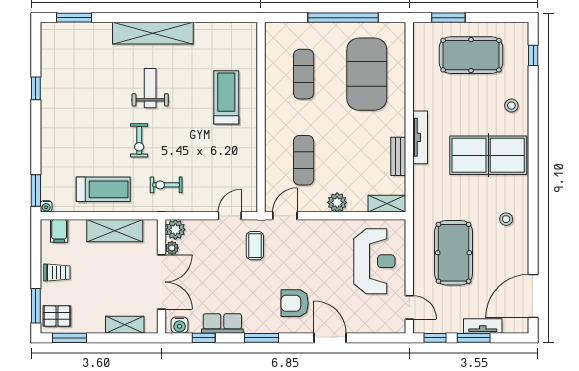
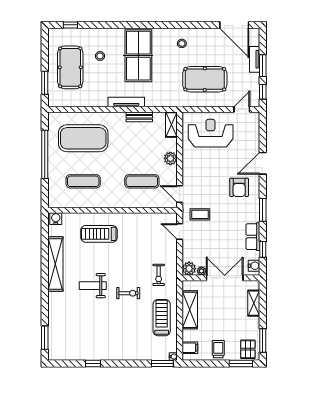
shelving: (153, 33) -> (55, 264), moved
water cooler: (249, 34) -> (56, 219), added
stool: (511, 106) -> (100, 56), moved

